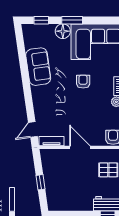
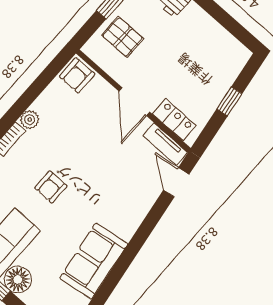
door: (33, 129) -> (176, 182), swing flipped
locker: (57, 155) -> (174, 120), added

